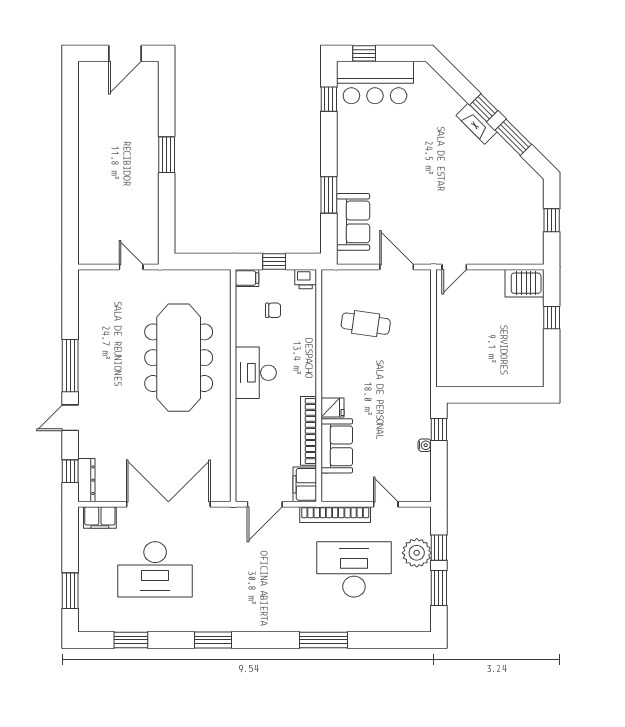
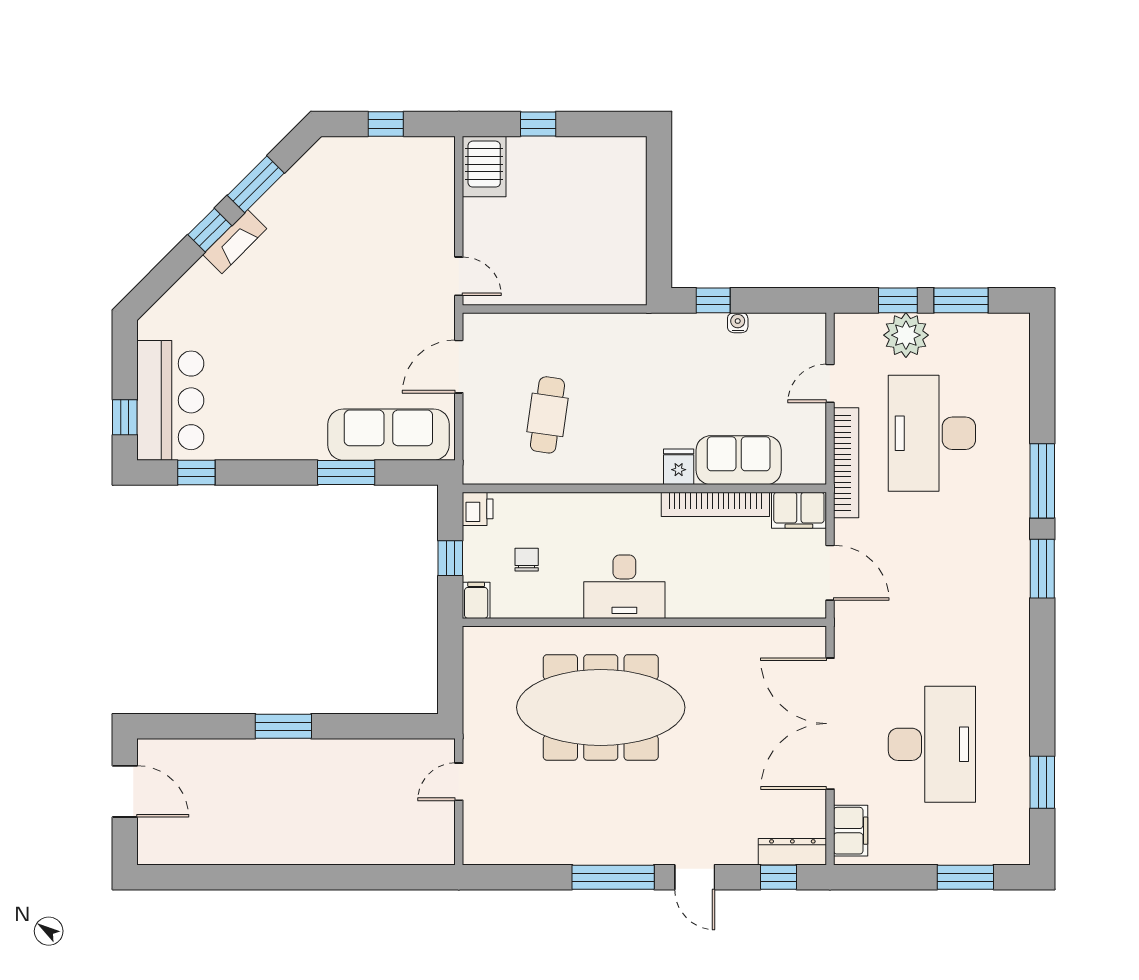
sofa: (353, 222) -> (388, 435), width x1.36
window: (213, 640) -> (1042, 569), moved

